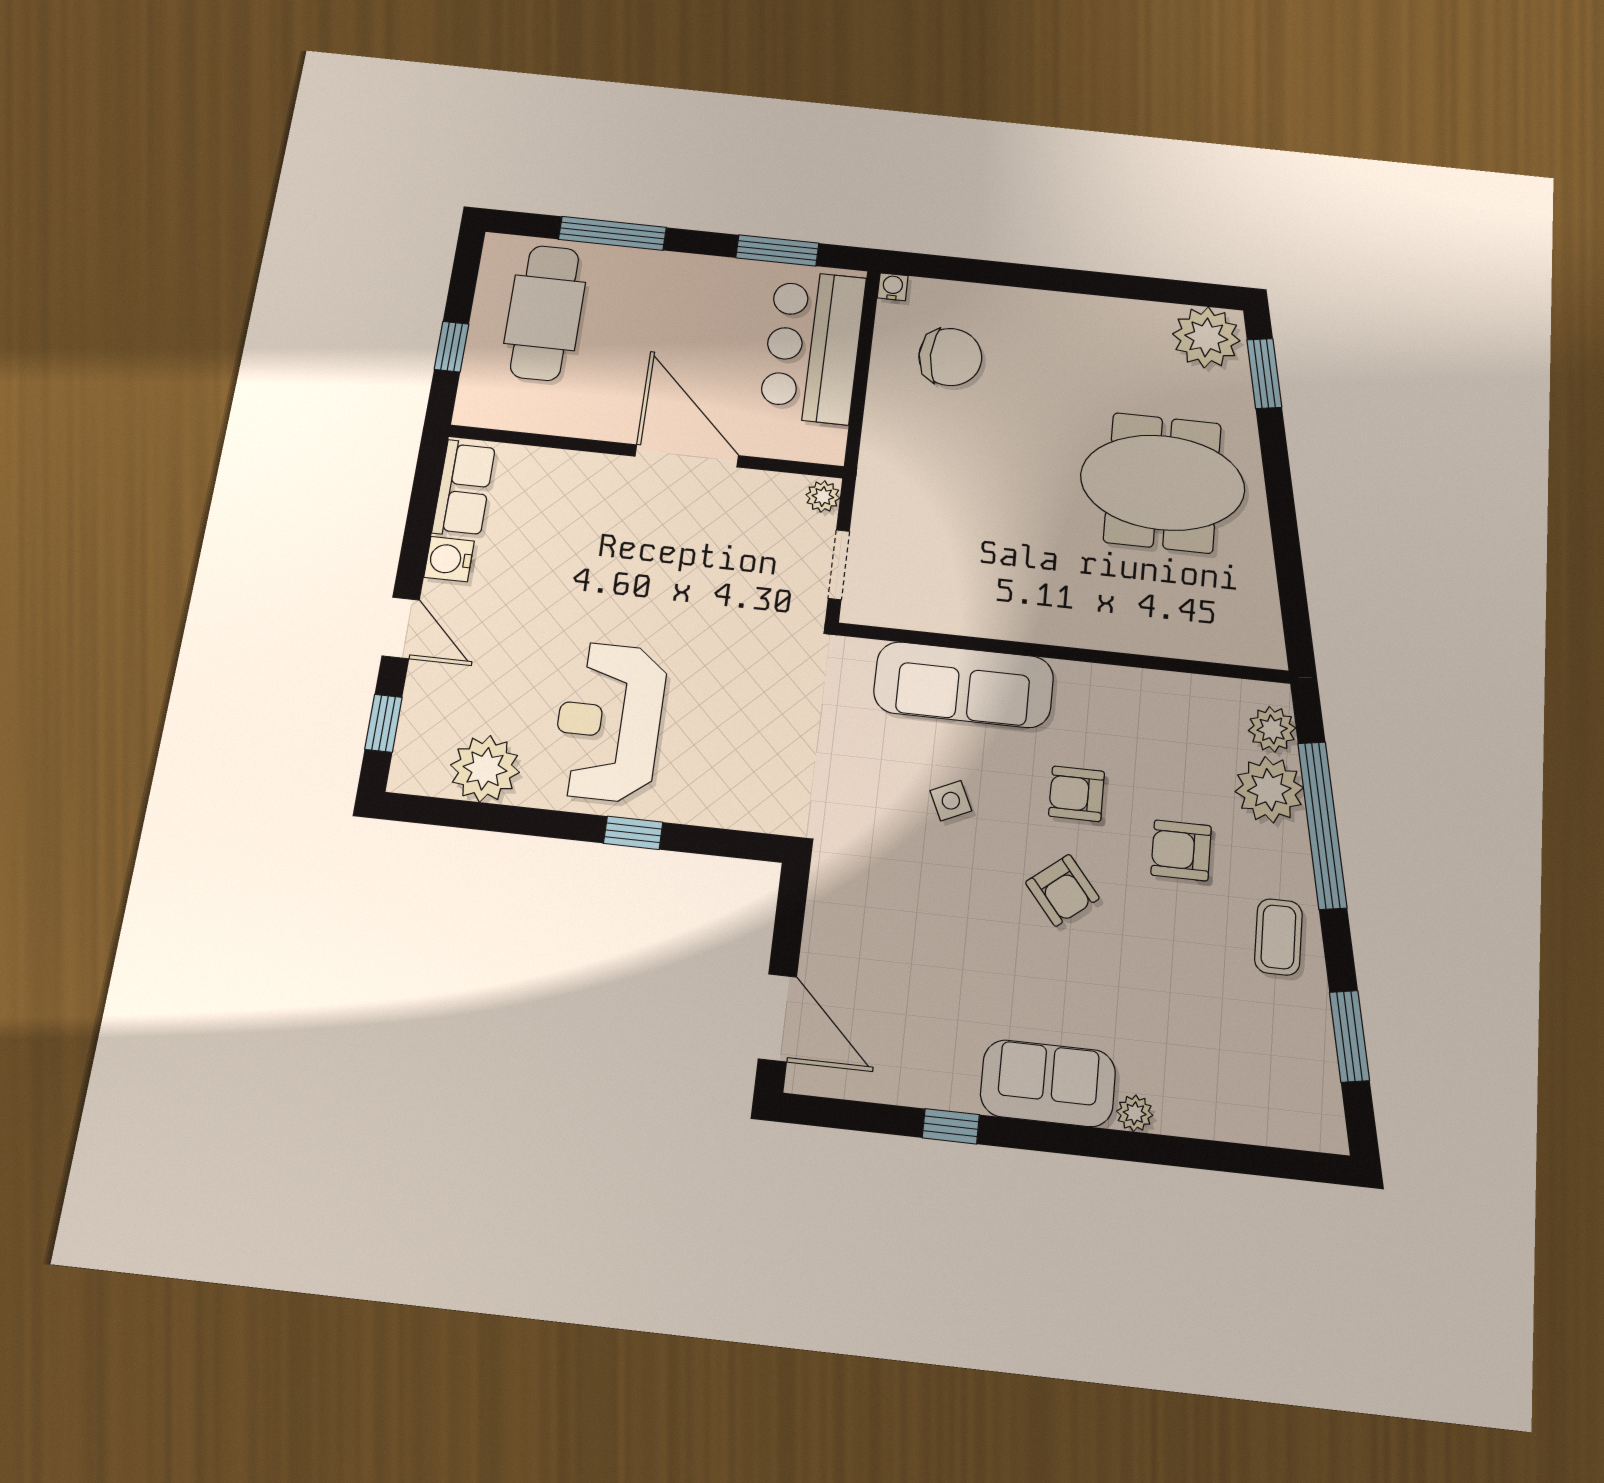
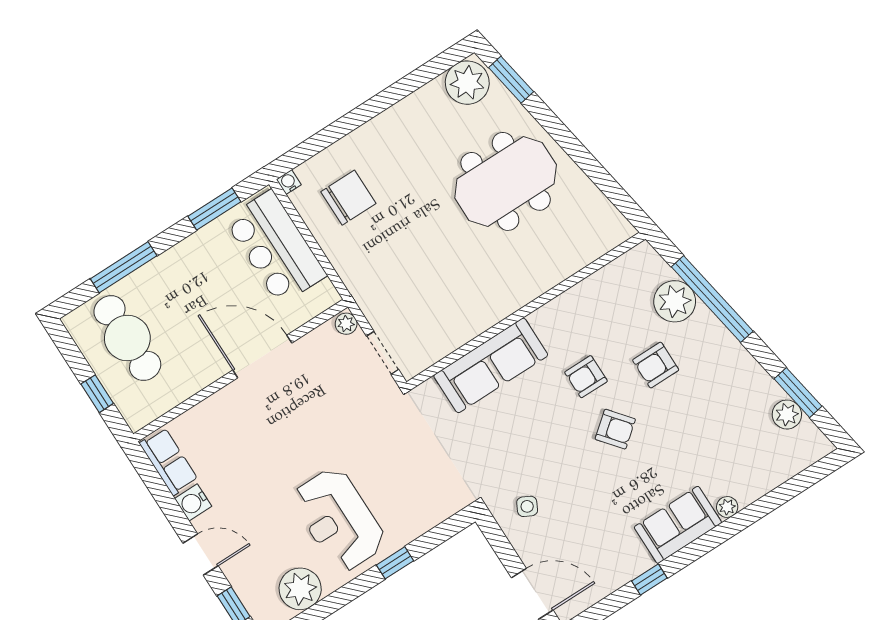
plant: (1272, 729) -> (787, 415), moved
side table: (951, 801) -> (527, 506), moved, turned -38
coffee table: (1278, 937) -> (731, 371), removed

